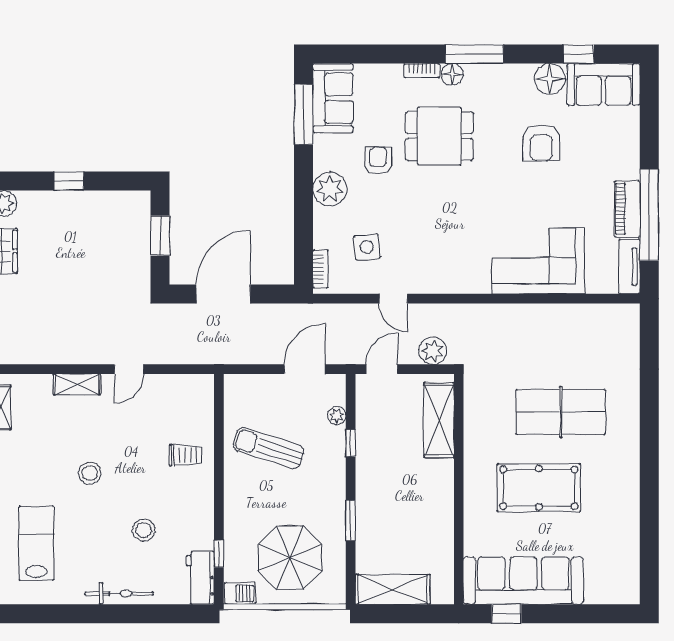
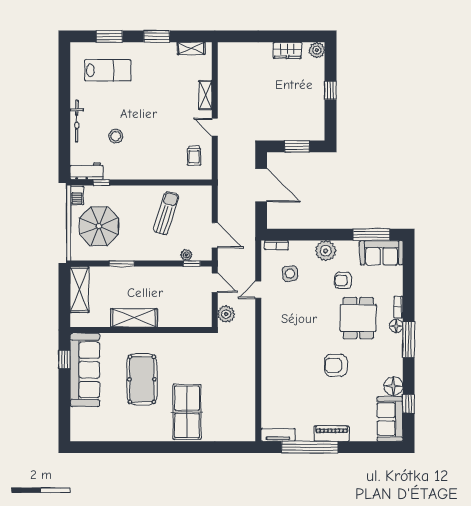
armchair: (541, 143) -> (336, 365), moved
armchair: (378, 161) -> (343, 280), turned 180
piano: (627, 209) -> (332, 434), moved
corner sofa: (538, 261) -> (281, 379), removed
table tennis table: (561, 412) -> (187, 412), moved
shelving: (439, 420) -> (134, 318), moved
window: (351, 443) -> (192, 263), moved
trolley: (186, 455) -> (194, 155), moved
stool: (90, 473) -> (151, 103), removed

